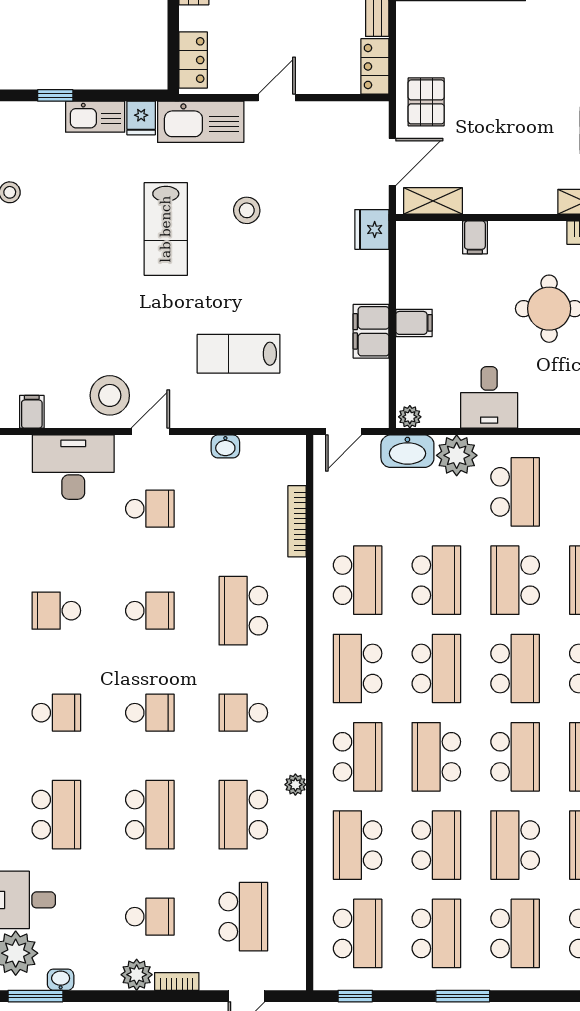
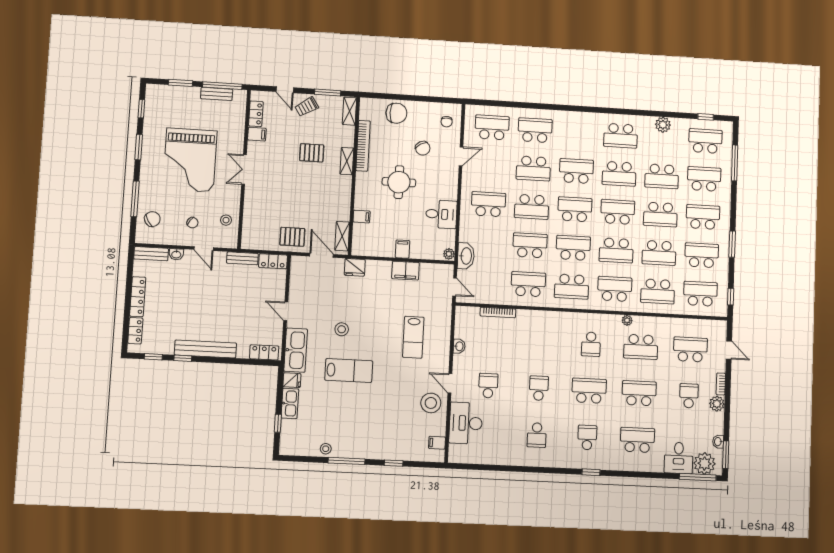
plant: (457, 455) -> (469, 232), removed
school desk: (243, 611) -> (541, 342), removed
school desk: (150, 713) -> (589, 391), width x1.85
school desk: (436, 845) -> (659, 253), turned 180

